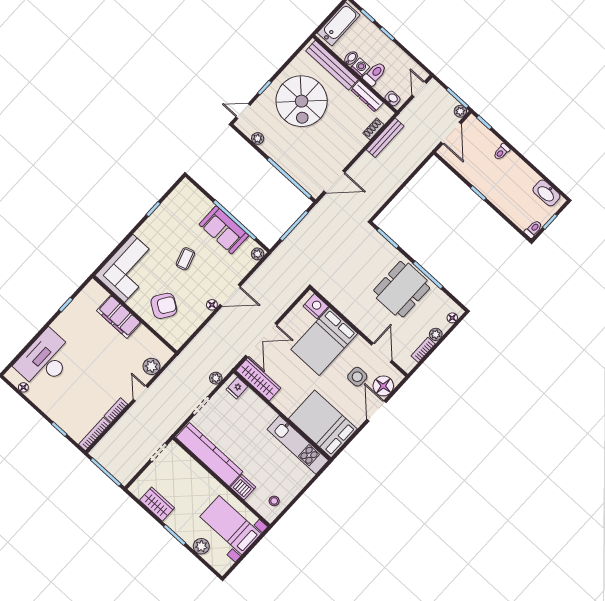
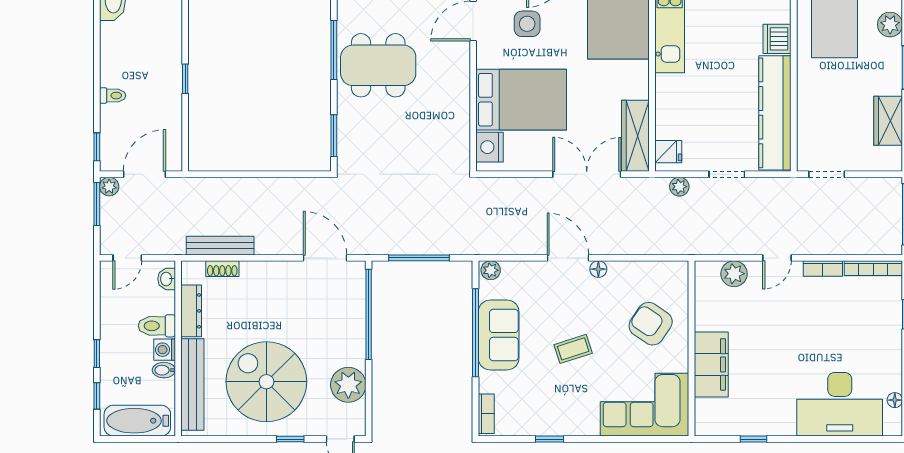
spiral stairs: (302, 101) -> (266, 382), turned -90
plant: (258, 138) -> (348, 385), width x1.87, depth x1.87
bookcase: (192, 190) -> (486, 414), added

